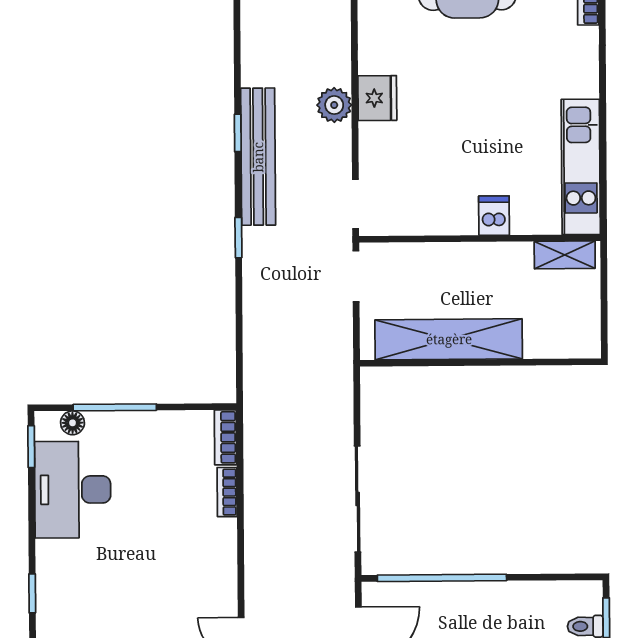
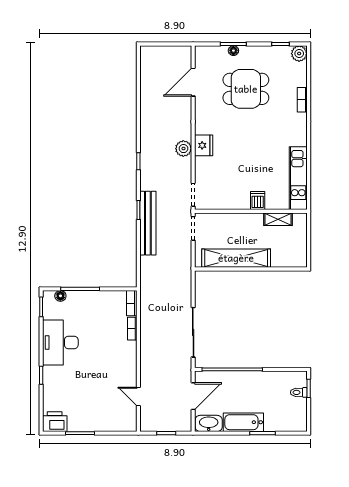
bench: (258, 157) -> (148, 223), moved
shelving: (565, 255) -> (278, 219), moved
desk: (73, 490) -> (60, 342), moved

